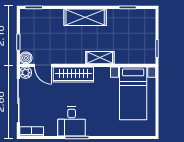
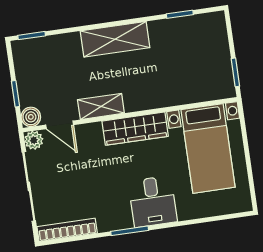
shelving: (100, 58) -> (101, 106), moved
wardrobe: (73, 75) -> (135, 129), moved
desk: (72, 121) -> (153, 202), moved
bookcase: (32, 131) -> (67, 230), width x1.56

